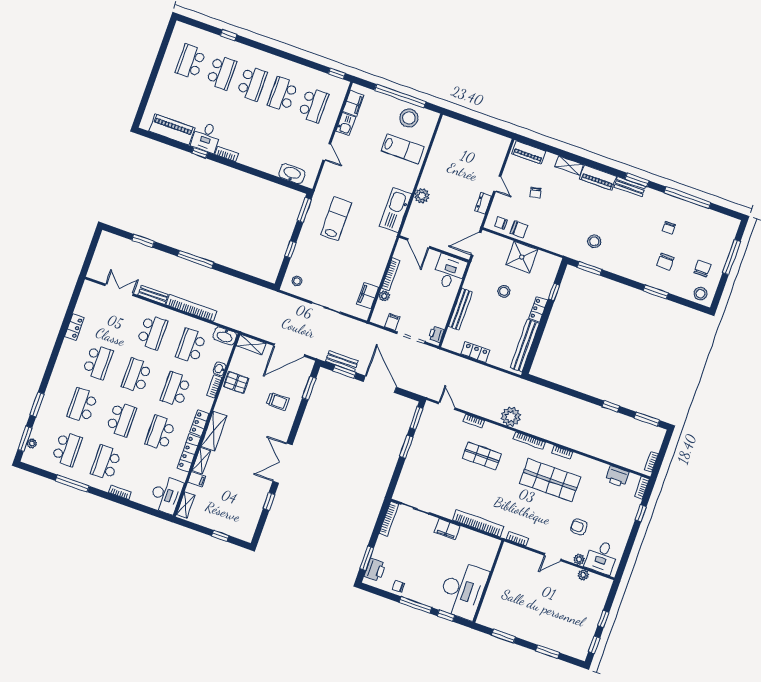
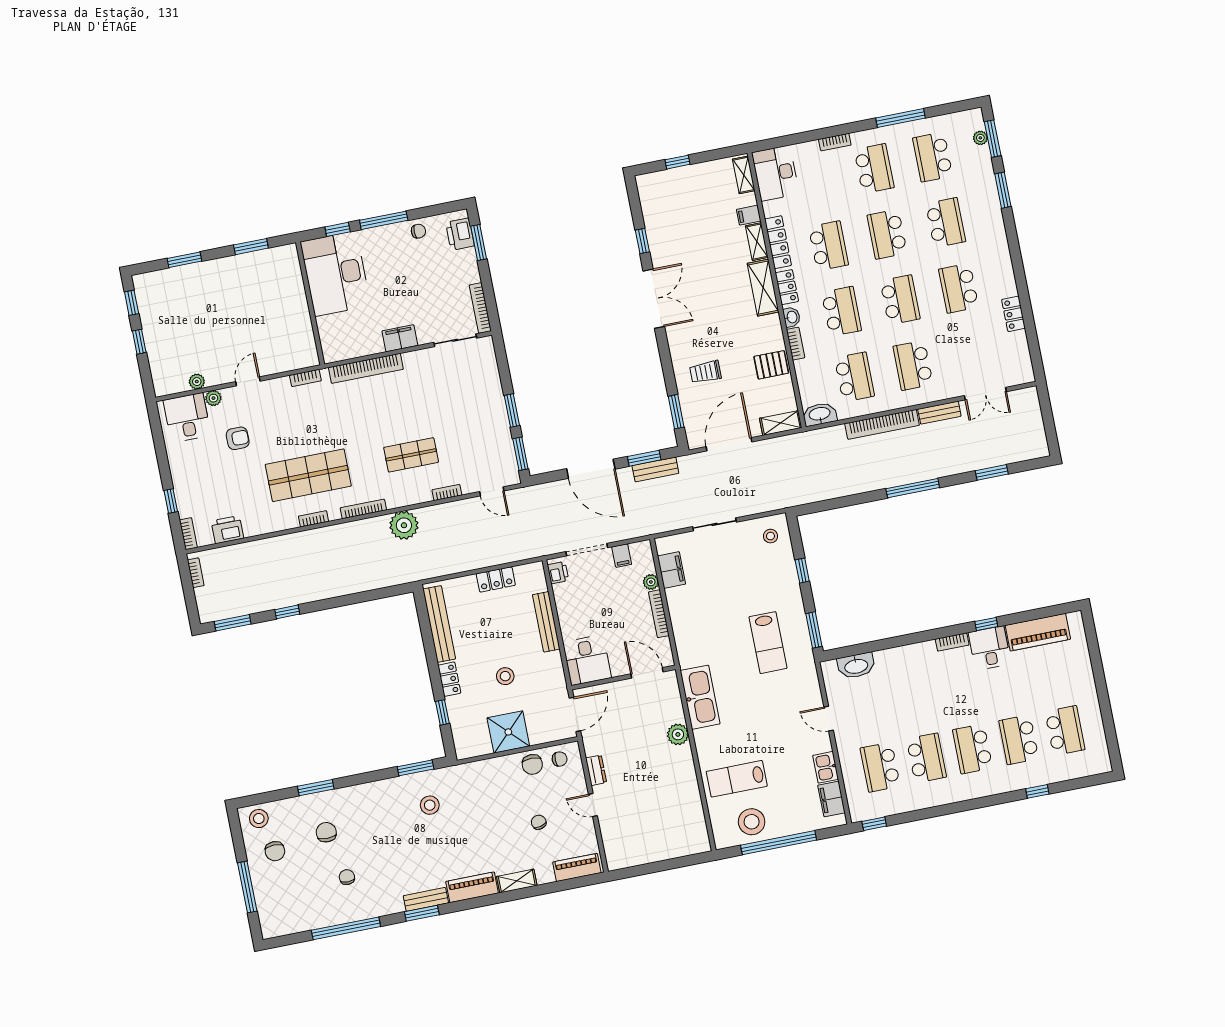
chair: (519, 229) -> (532, 764), turned -90
washbasin: (220, 369) -> (792, 317), moved

